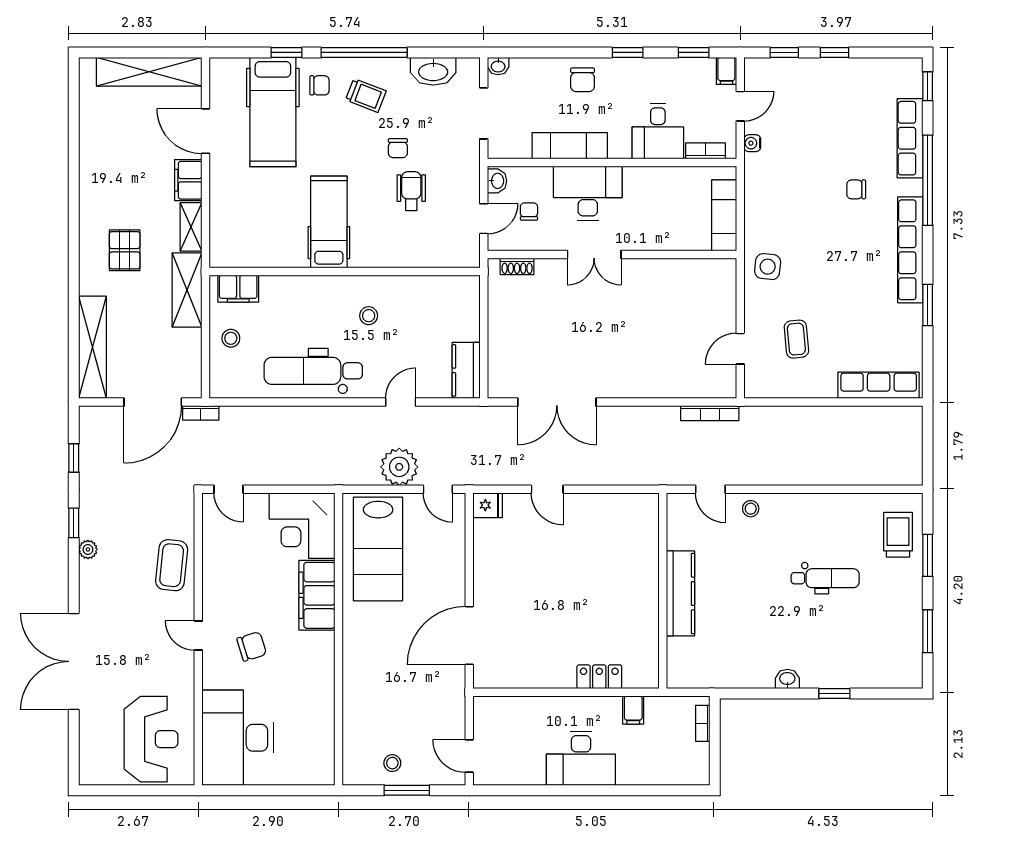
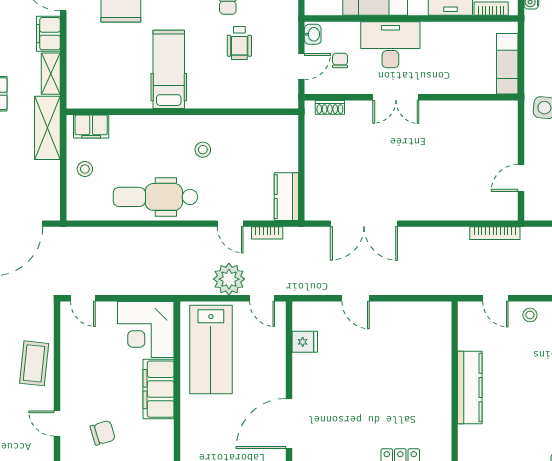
wheelchair: (411, 191) -> (239, 43), turned 180
door: (401, 402) -> (230, 224), swing flipped
bookcase: (201, 413) -> (267, 233), moved
fridge: (488, 505) -> (305, 342), moved

